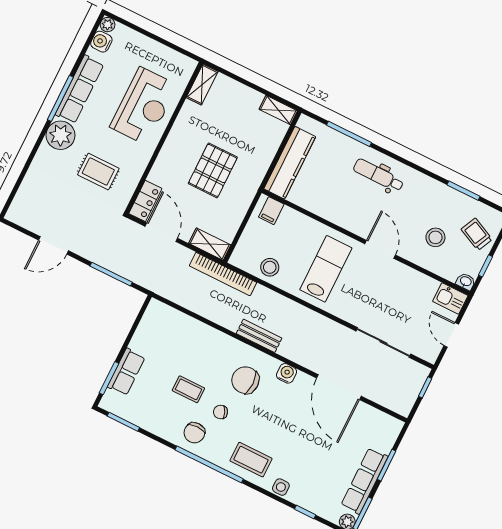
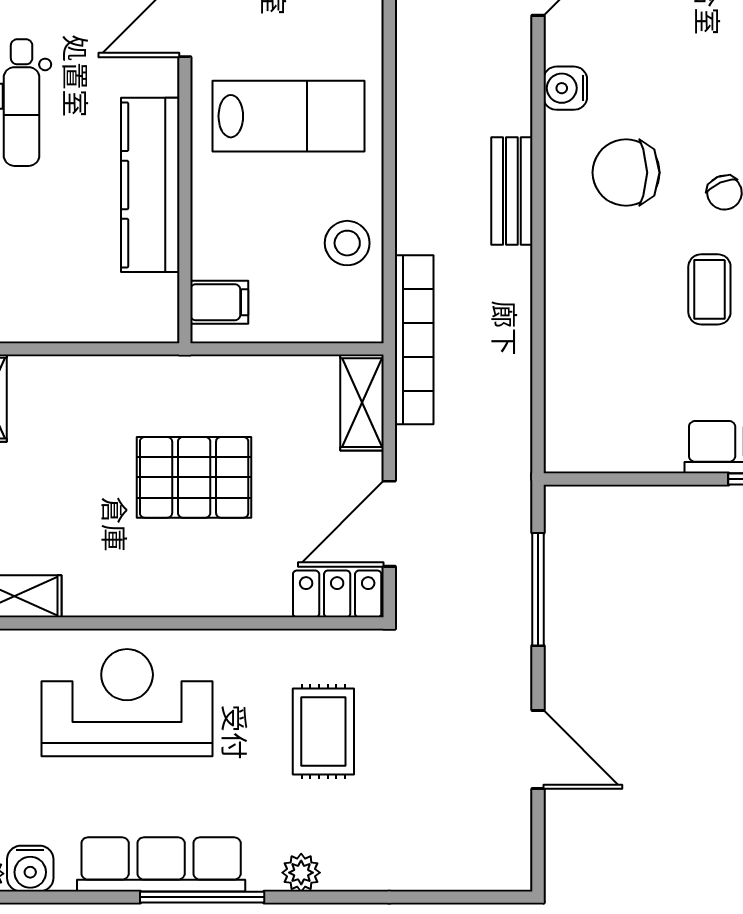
plant: (60, 135) -> (301, 873), width x0.53, depth x0.53
kitchen counter: (290, 163) -> (150, 185), moved, turned -90
lab bench: (326, 269) -> (288, 116), turned 180
chair: (245, 380) -> (626, 173), turned 90

